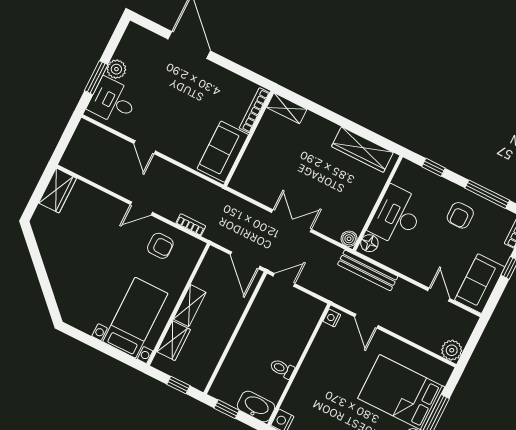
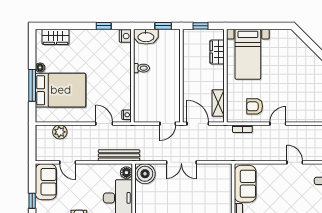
boiler: (349, 239) -> (145, 174), width x1.86, depth x1.86
shelving: (190, 306) -> (218, 103), moved
plant: (452, 350) -> (60, 132), moved

